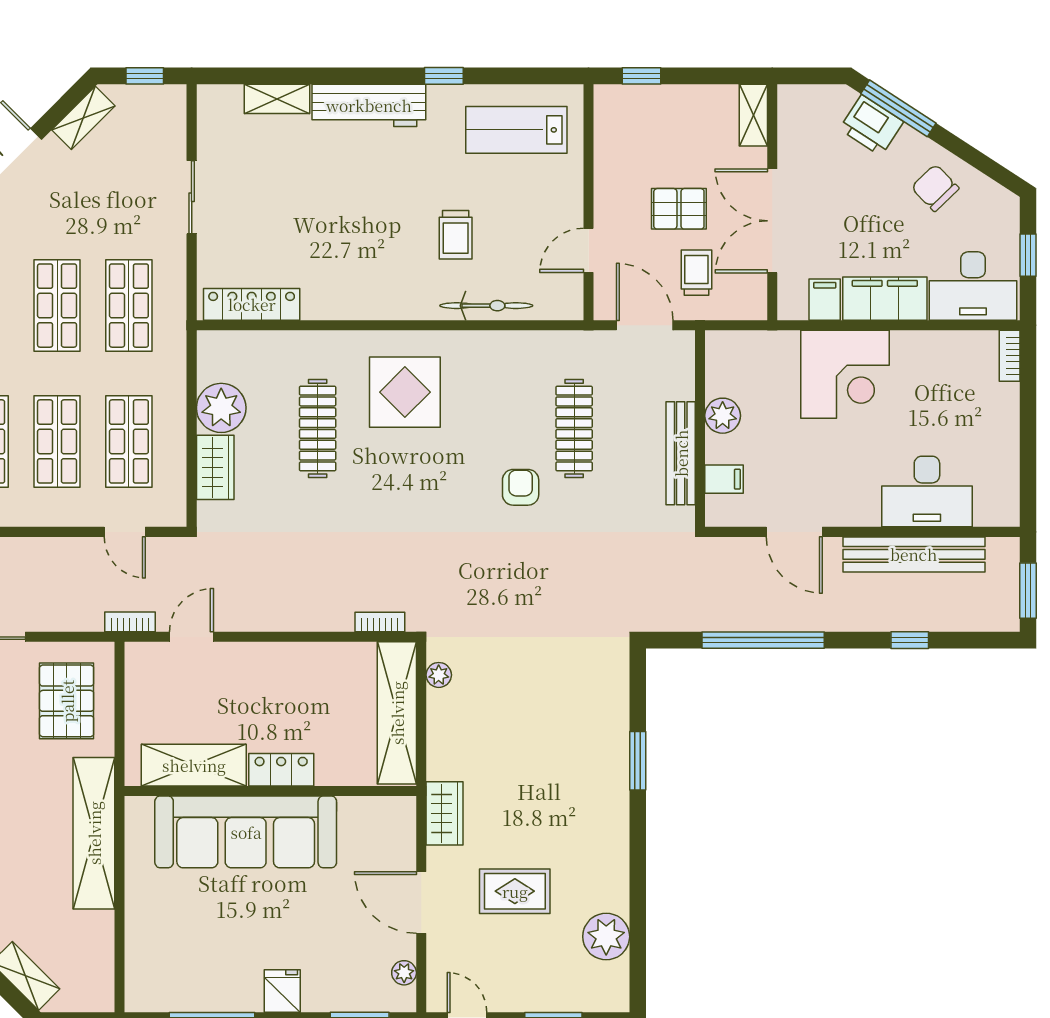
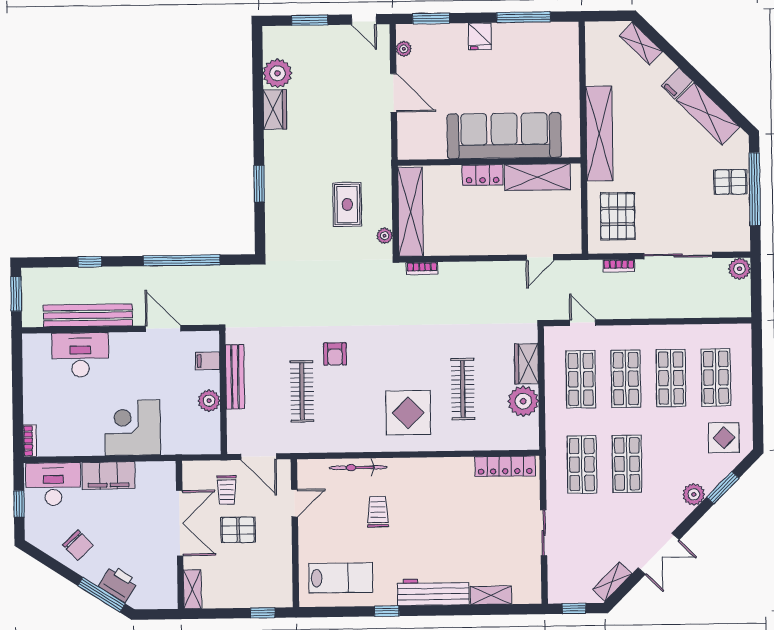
filing cabinet: (825, 300) -> (146, 474), removed
bookcase: (130, 622) -> (619, 266), moved
wardrobe: (445, 813) -> (275, 109), moved, turned 180
rug: (515, 891) -> (347, 204), moved, turned 90

